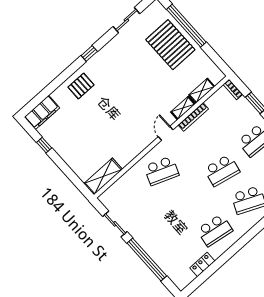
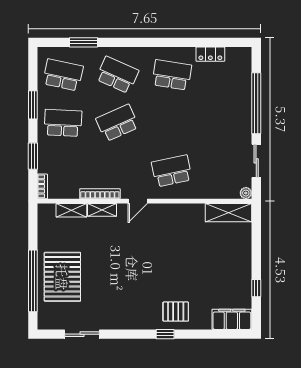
window: (89, 53) -> (165, 334), moved
school desk: (222, 170) -> (117, 123), turned -36
school desk: (161, 171) -> (172, 171), turned -33
plant: (103, 198) -> (246, 193), added

